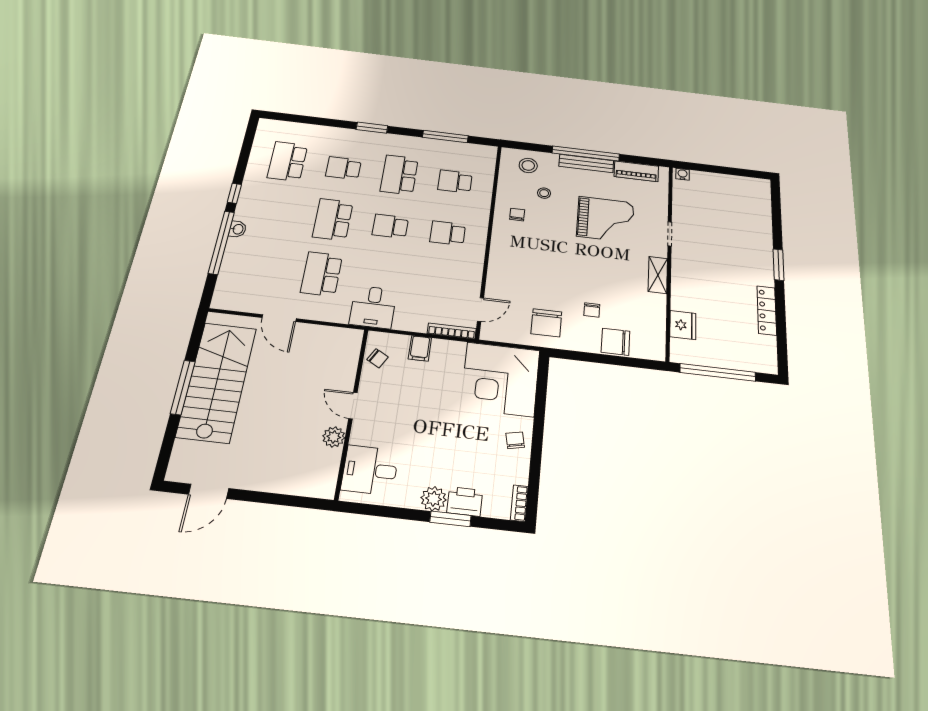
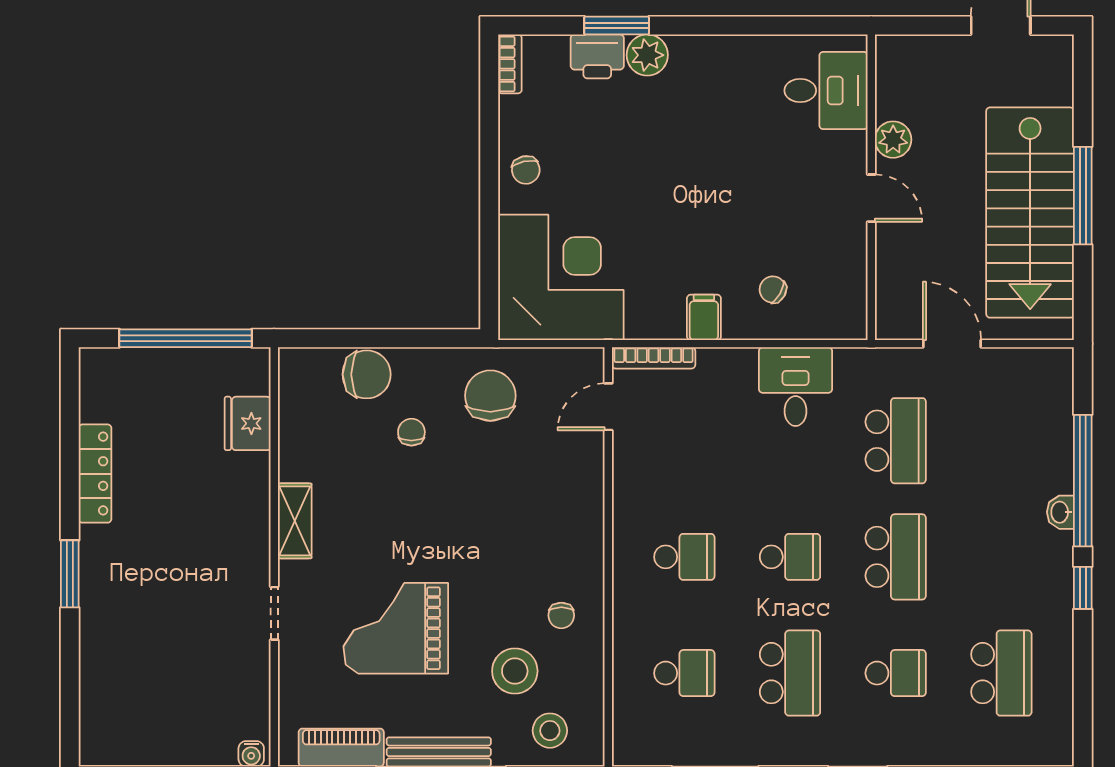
stool: (544, 193) -> (515, 671), width x1.89, depth x1.89
door: (353, 406) -> (871, 198), moved
wall: (352, 412) -> (871, 187), moved
plant: (334, 437) -> (893, 140), moved
desk: (370, 470) -> (826, 91), moved

